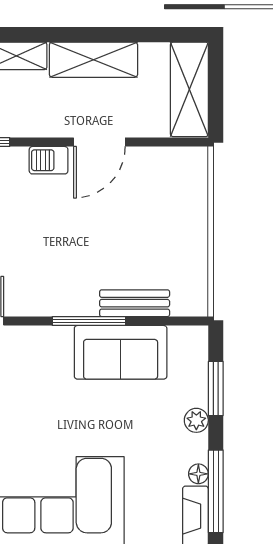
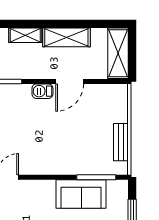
bench: (135, 303) -> (121, 142), moved, turned 90
window: (89, 321) -> (96, 177), moved

